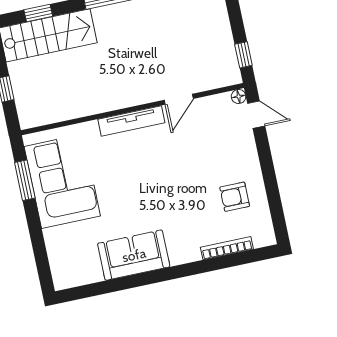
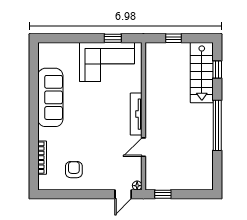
door: (179, 99) -> (143, 147), hinge flipped
window: (25, 180) -> (113, 38), width x0.67
sofa: (134, 255) -> (50, 97), width x1.36

